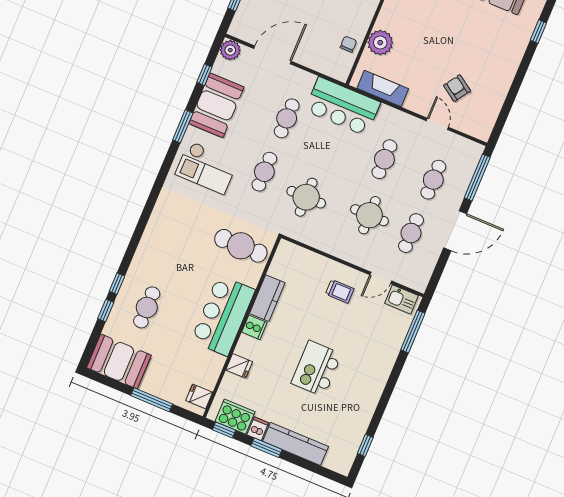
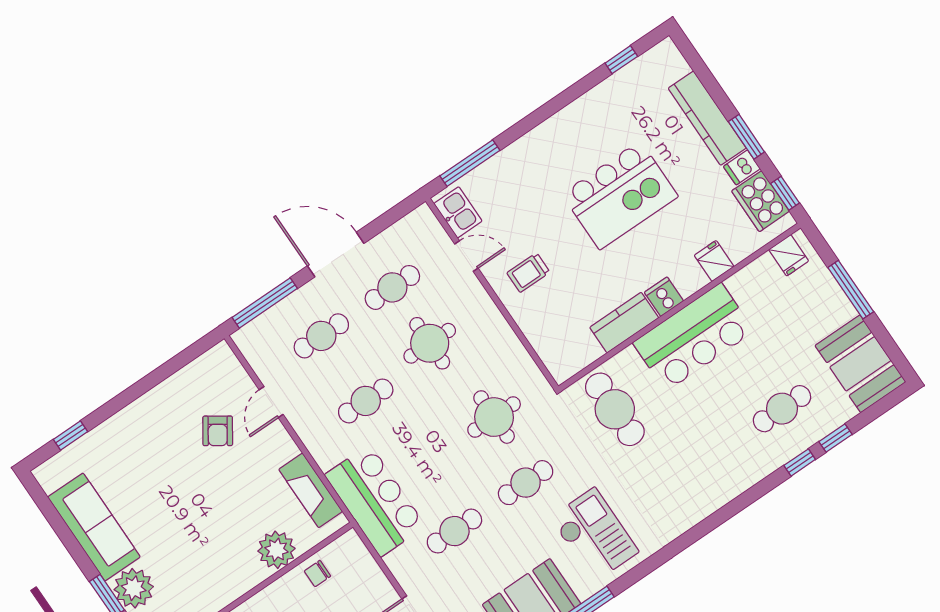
trolley: (340, 291) -> (528, 273), turned -90
kitchen island: (316, 368) -> (620, 195), width x1.37, depth x1.28

